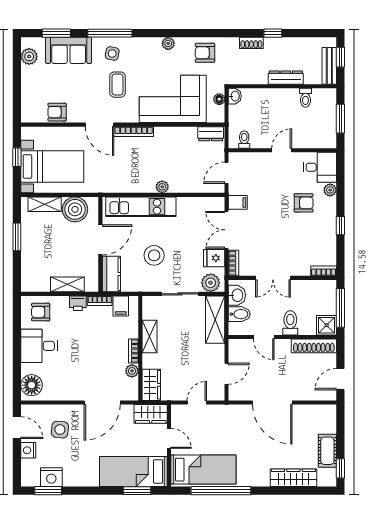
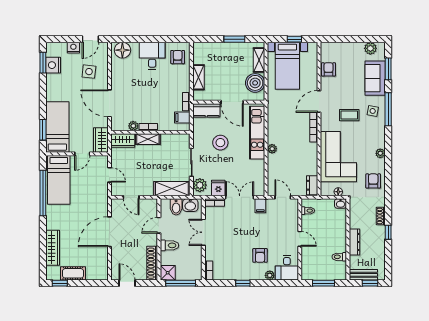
printer: (78, 303) -> (184, 85), removed
shelving: (150, 337) -> (148, 139), moved

